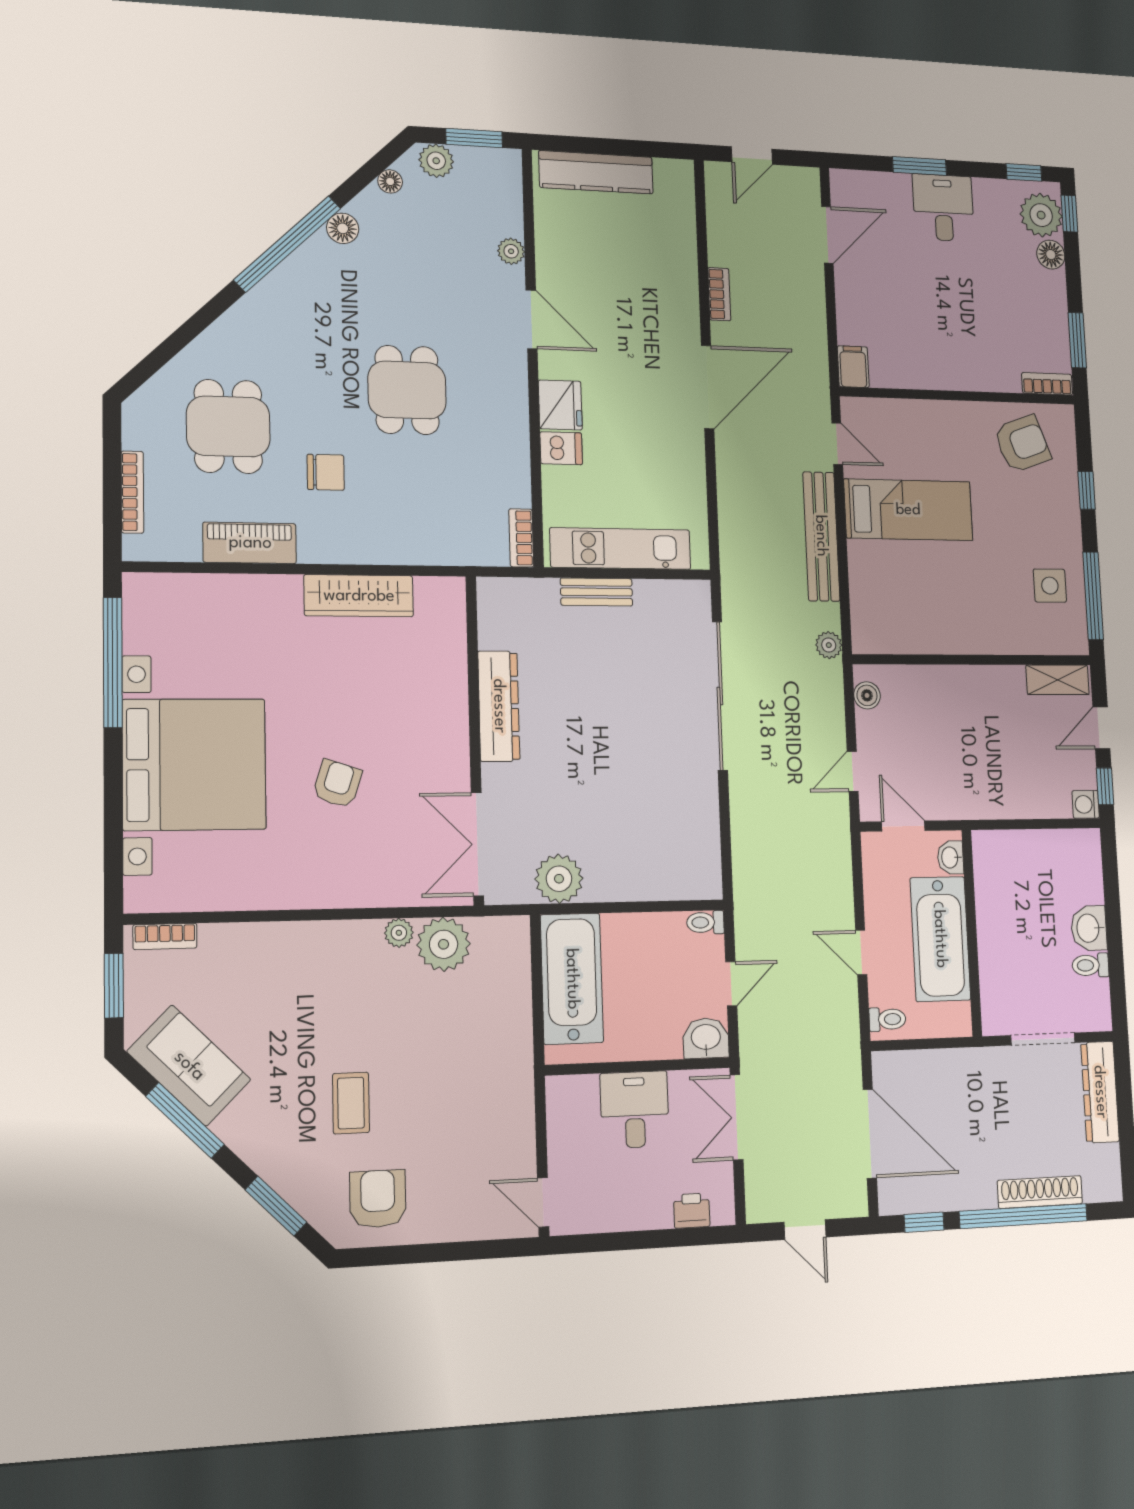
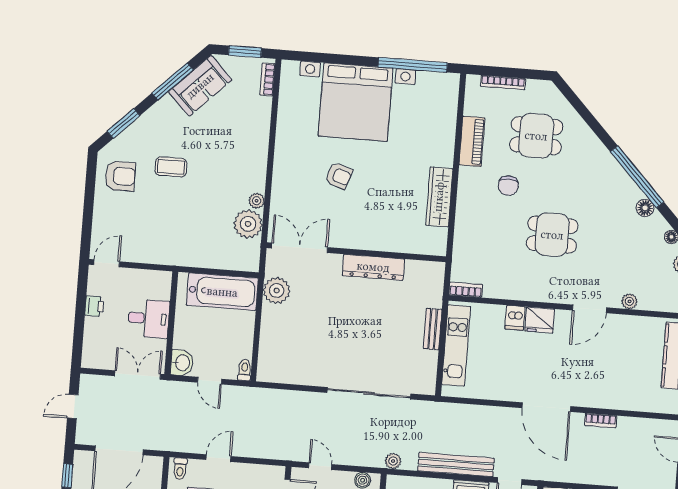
printer: (692, 1211) -> (94, 306), moved

